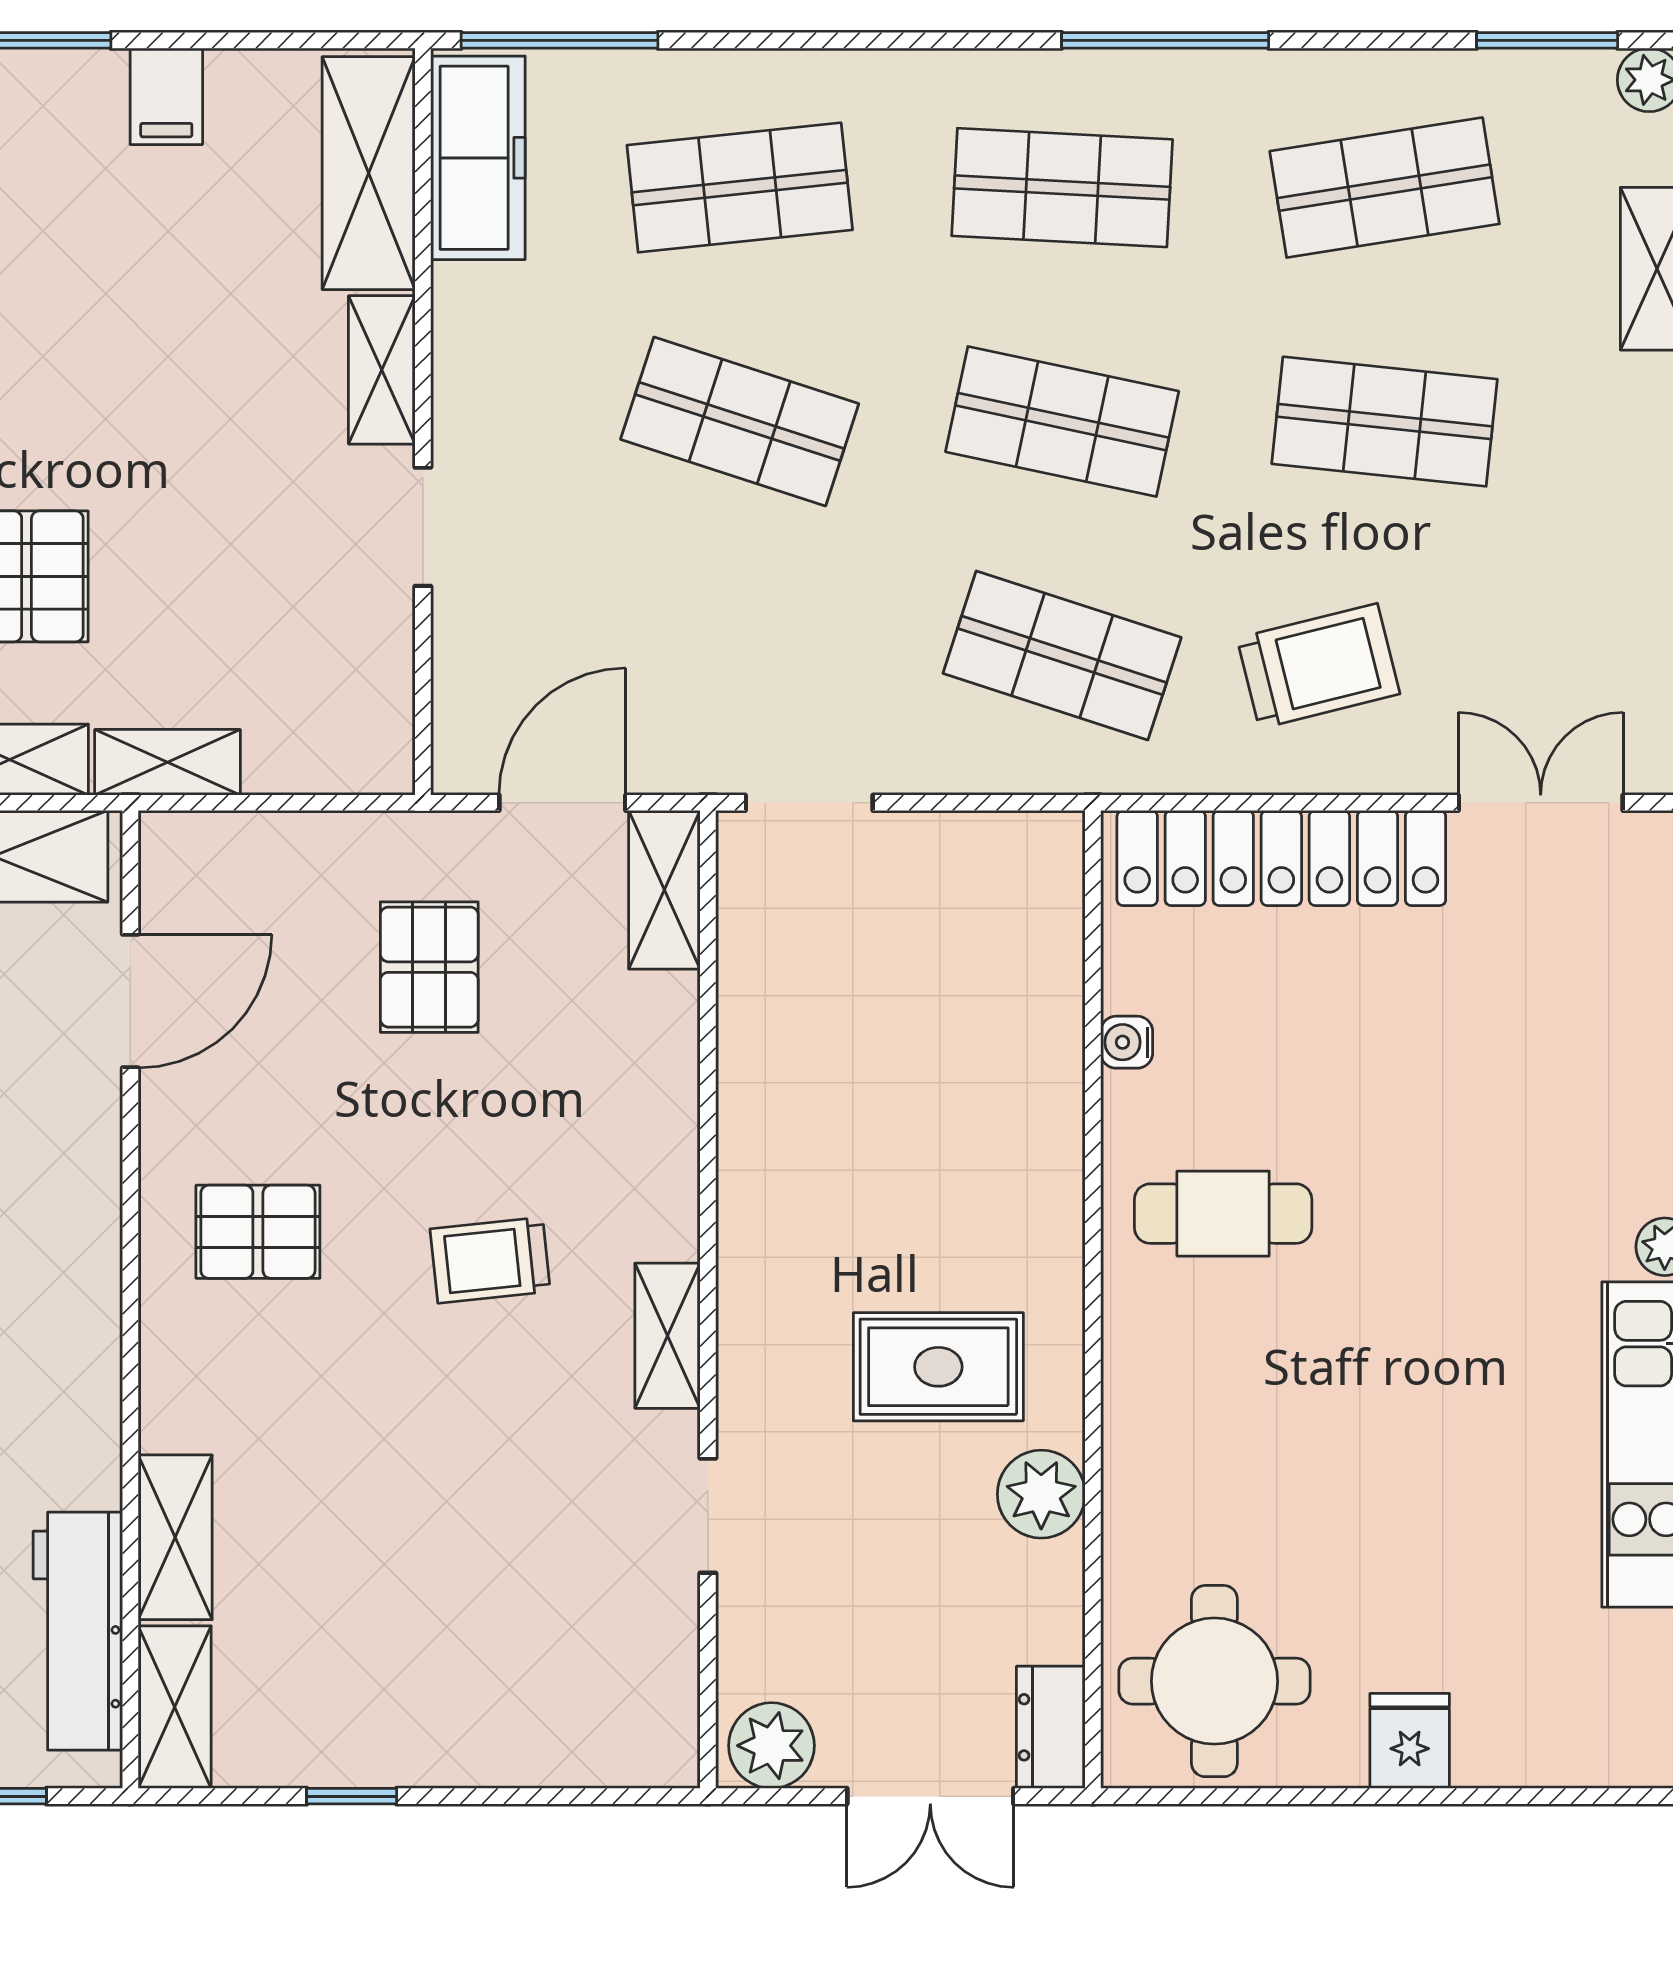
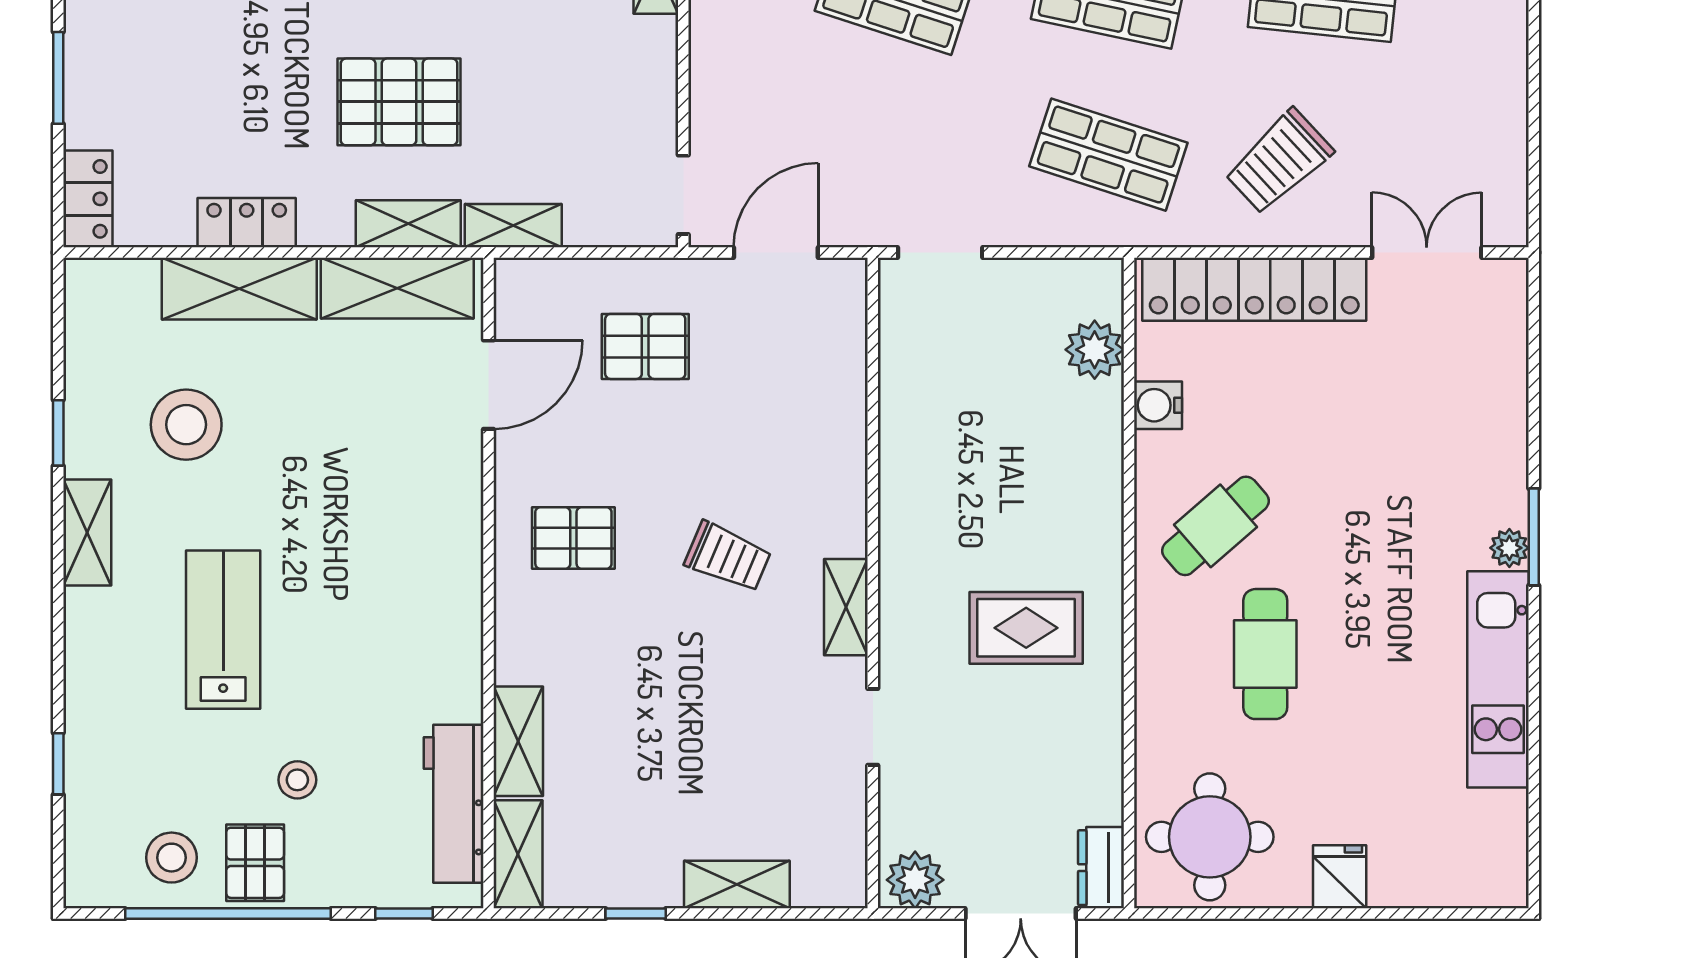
doorway: (423, 527) -> (683, 195), moved
trolley: (1318, 666) -> (1279, 162), turned 151
shelving: (664, 890) -> (737, 885), moved, turned 90
pallet: (429, 967) -> (645, 346), moved, turned 90
water cooler: (1127, 1042) -> (1158, 405), width x1.38, depth x1.38
cafe table: (1223, 1214) -> (1215, 526), turned -41
trolley: (490, 1260) -> (728, 557), turned -151
cafe table: (1298, 1406) -> (1265, 654), added
plant: (1041, 1494) -> (1095, 350), moved

